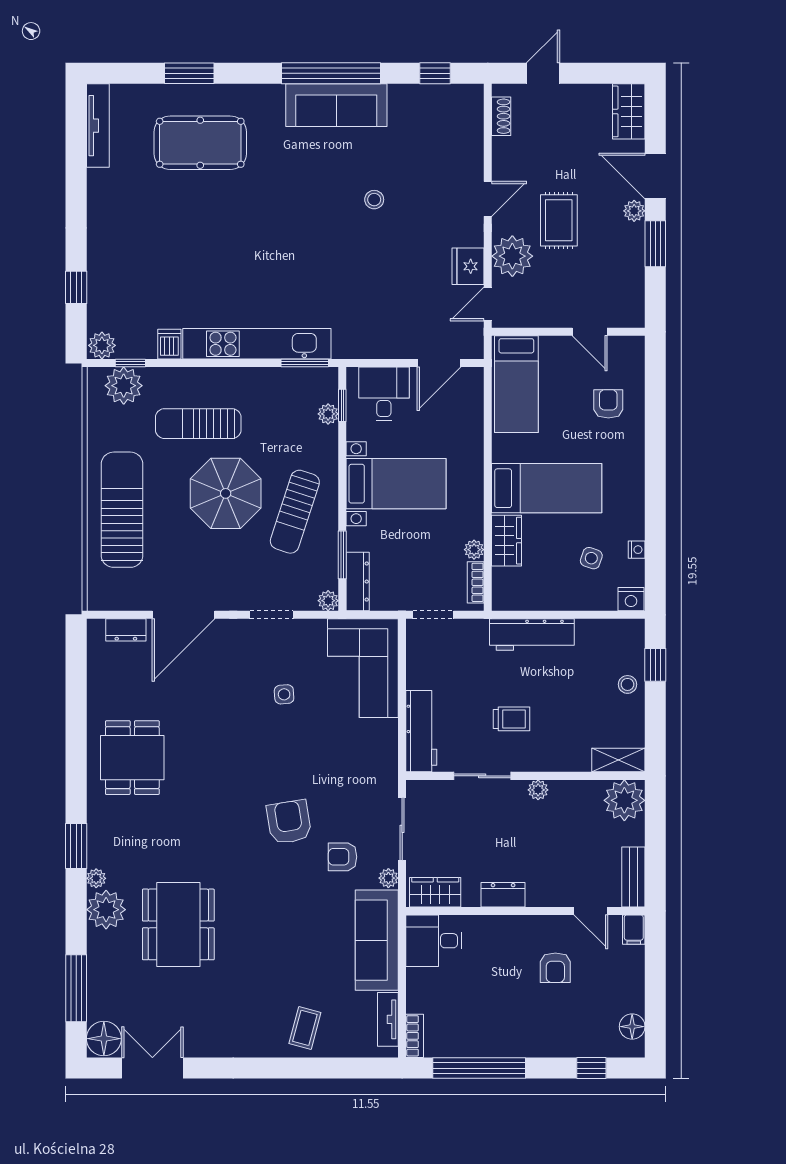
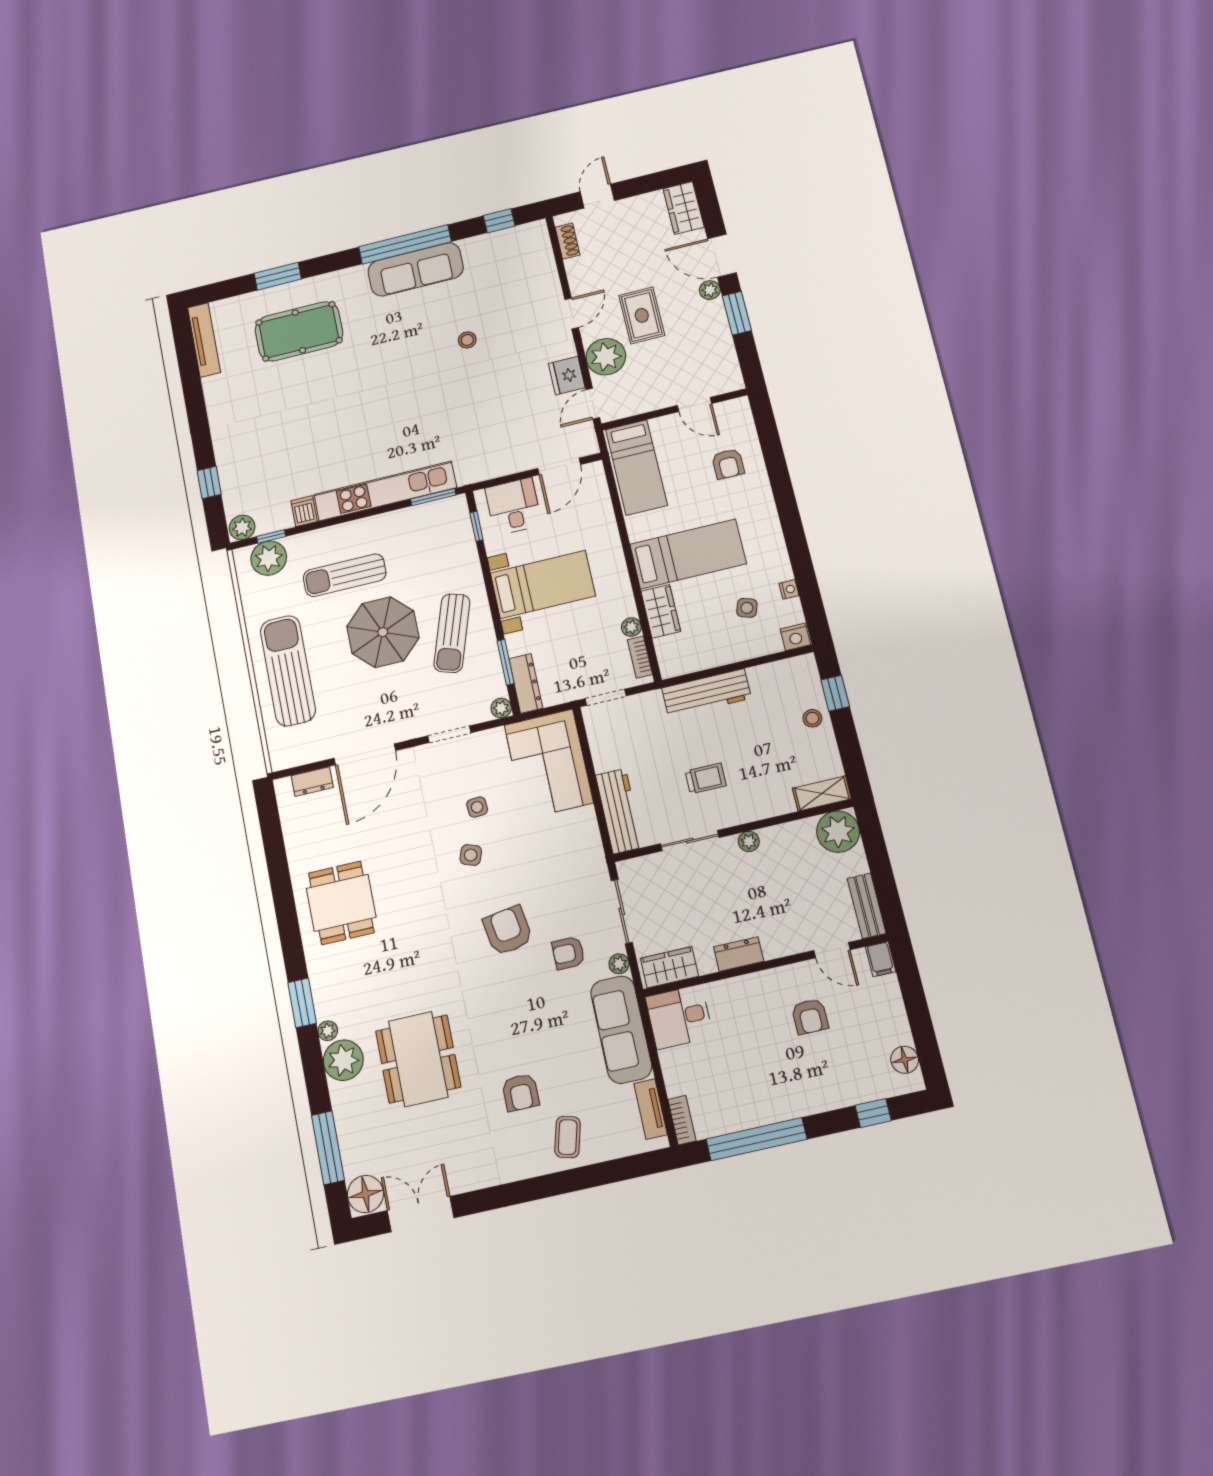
armchair: (608, 404) -> (728, 464), turned 180
plant: (328, 414) -> (465, 537), removed
side table: (268, 740) -> (471, 855), added
armchair: (269, 977) -> (521, 1092), added

